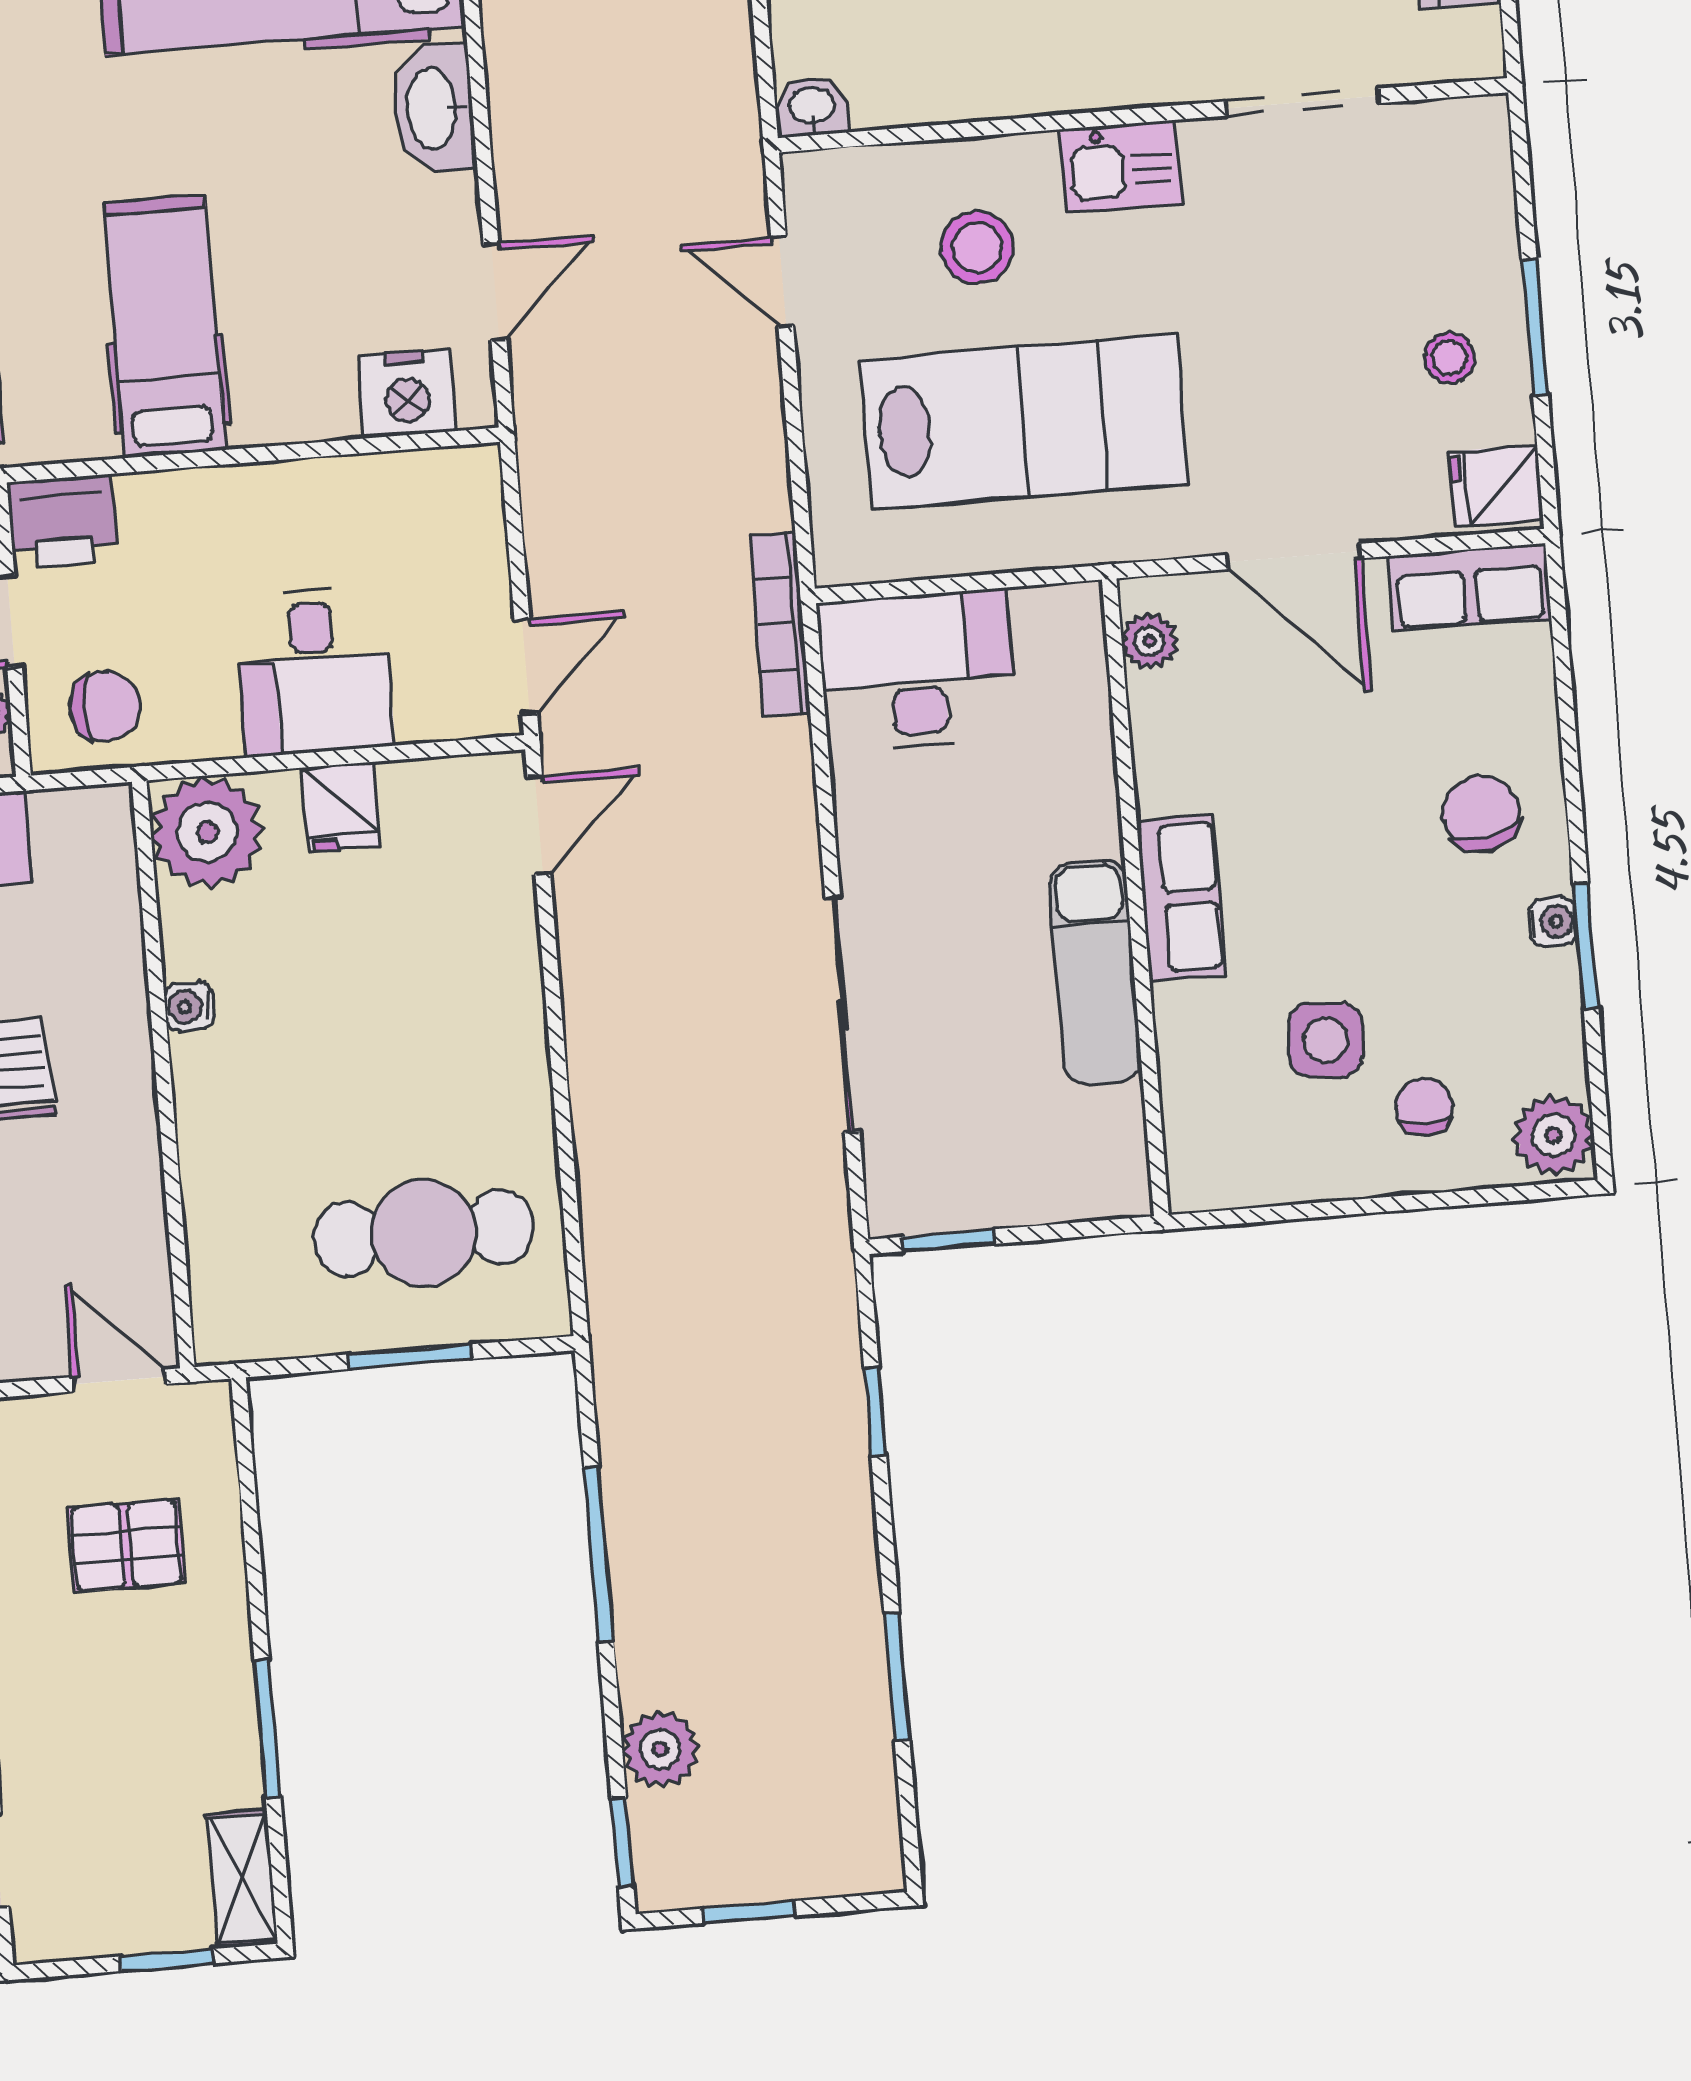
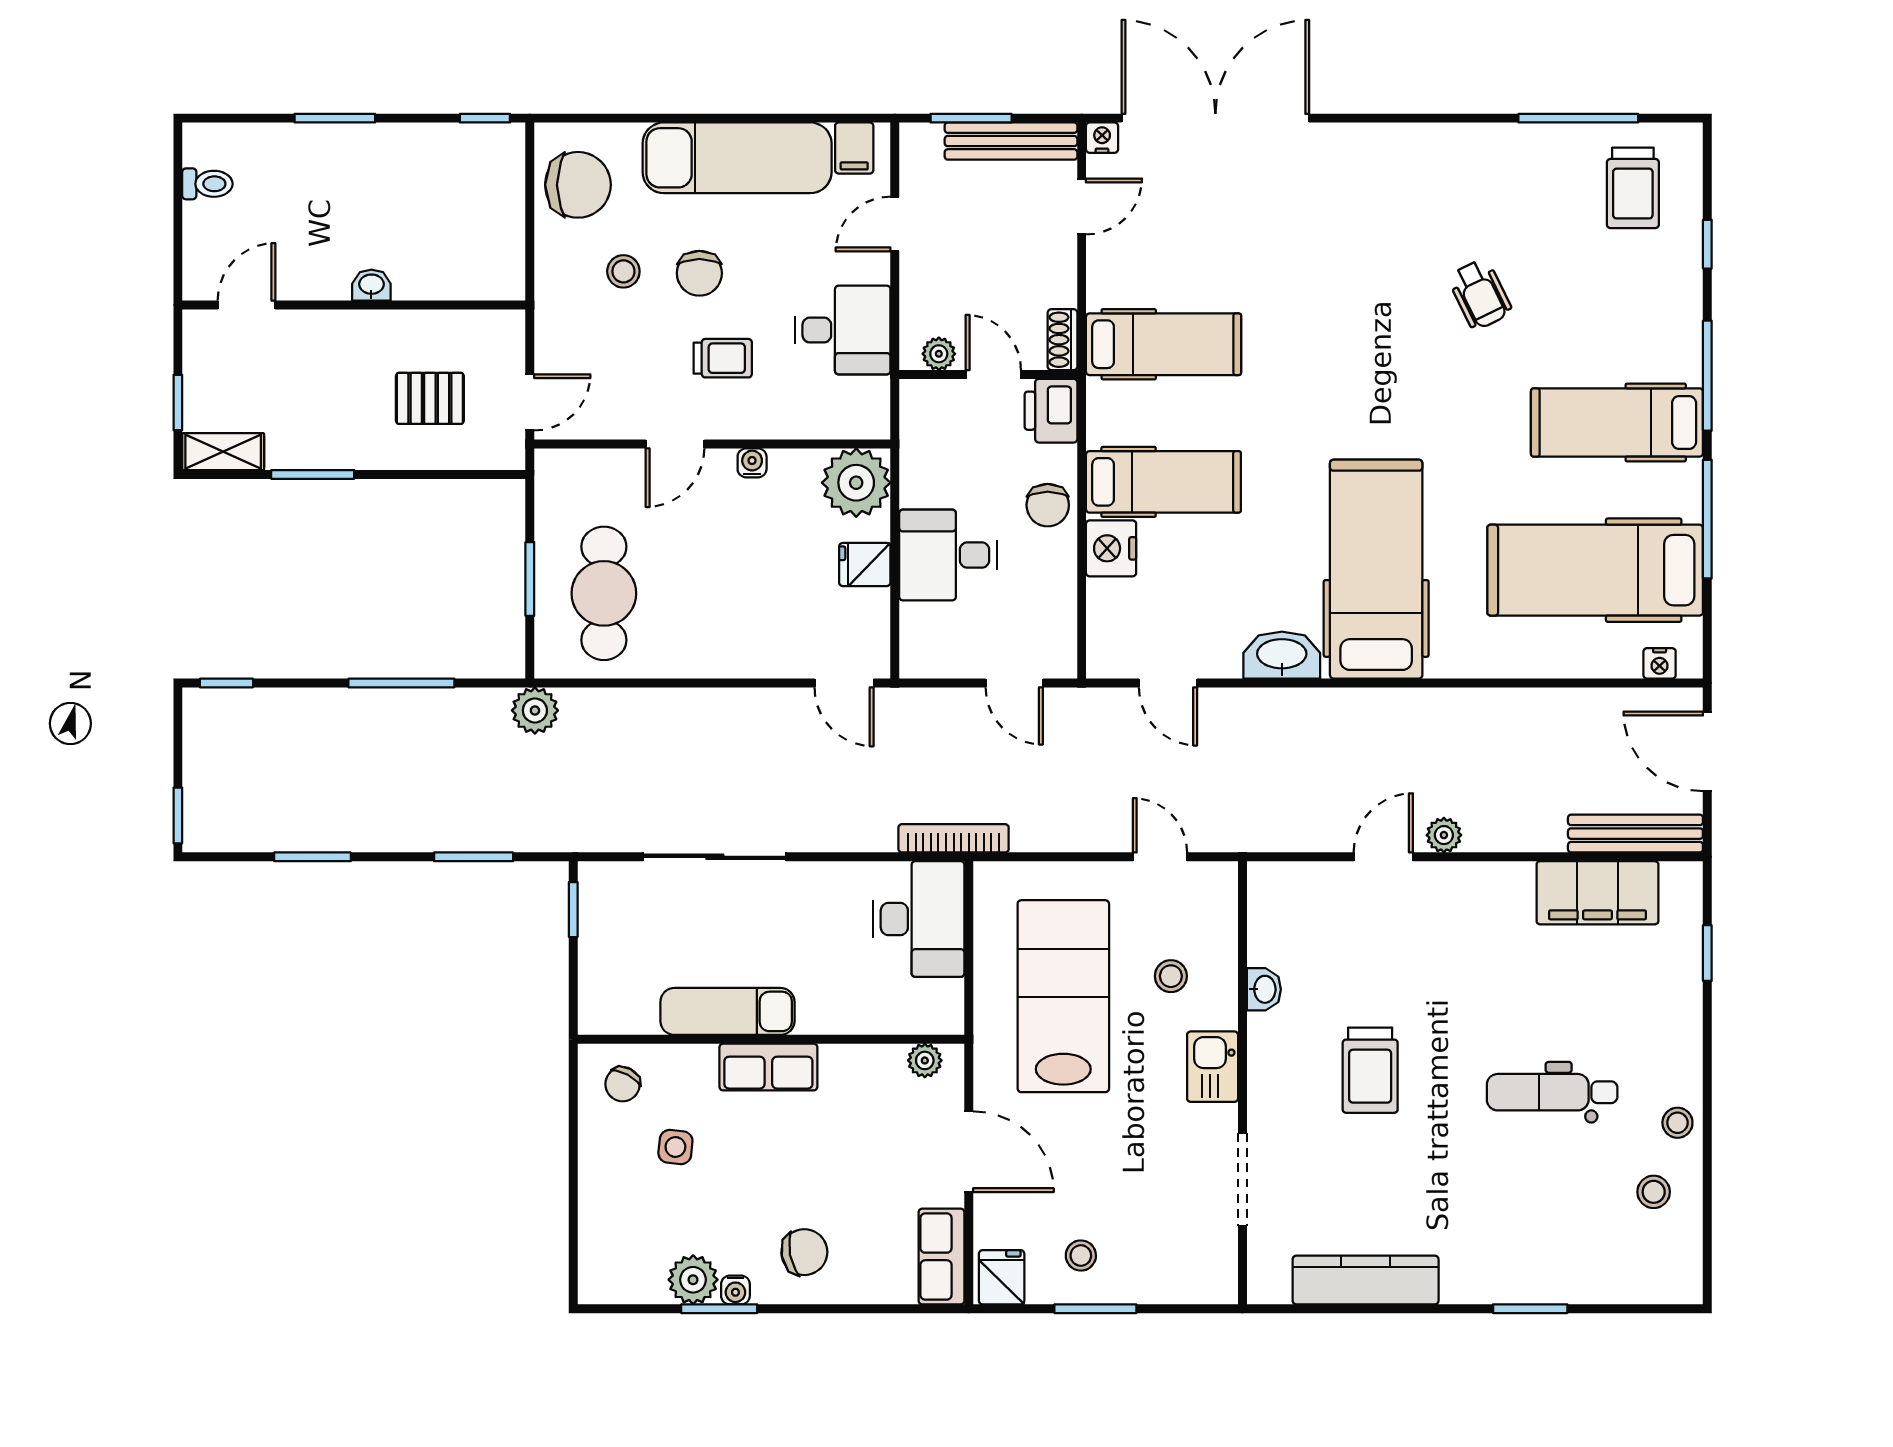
washbasin: (812, 107) -> (1264, 989), moved
stool: (977, 247) -> (1171, 976), width x0.73, depth x0.73
door: (782, 282) -> (1160, 857), hinge flipped
nightstand: (407, 393) -> (1111, 548), moved
lab bench: (1025, 422) -> (1063, 996), turned 180
door: (1294, 557) -> (969, 1152), swing flipped
door: (526, 666) -> (1014, 683), moved
chair: (105, 706) -> (1048, 505), moved
side table: (1326, 1040) -> (675, 1147), width x0.73, depth x0.73
chair: (1424, 1107) -> (623, 1084), moved, turned 118
plant: (1553, 1135) -> (693, 1280), moved
door: (168, 1136) -> (675, 444), added
window: (875, 1412) -> (474, 857), width x1.50
pallet: (126, 1546) -> (430, 398), turned 90
plant: (660, 1749) -> (535, 710), moved
window: (749, 1912) -> (178, 815), moved

